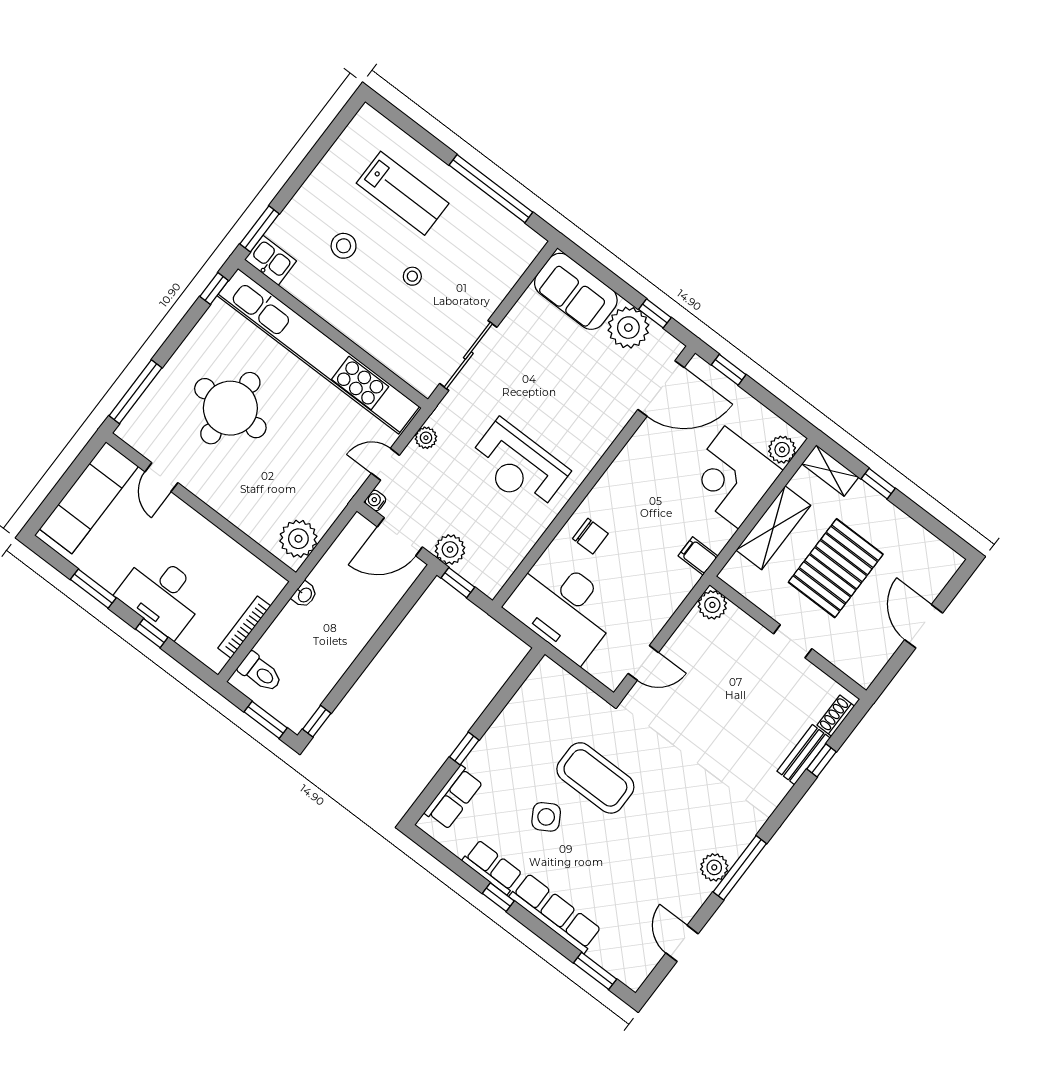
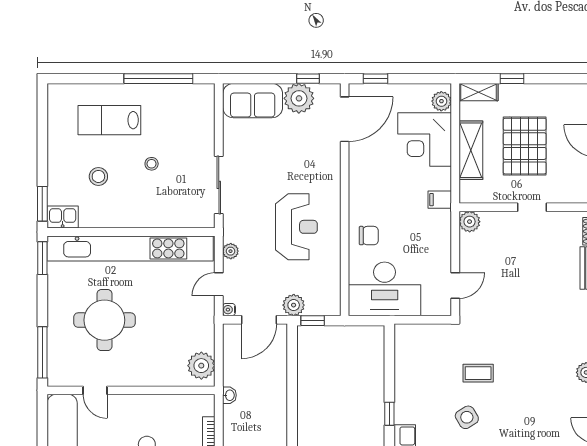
lab bench: (403, 193) -> (109, 120), turned 180
window: (214, 288) -> (42, 258), width x1.50
reception desk: (518, 466) -> (296, 227), turned -90
coffee table: (595, 778) -> (478, 373), width x0.54, depth x0.58

